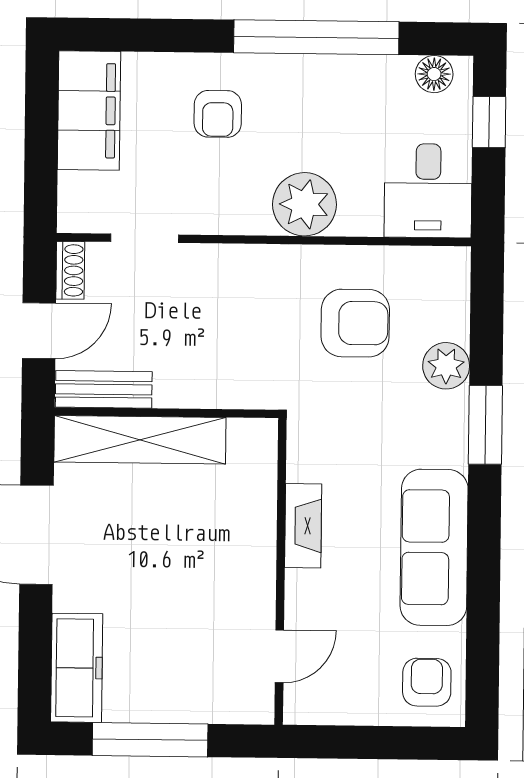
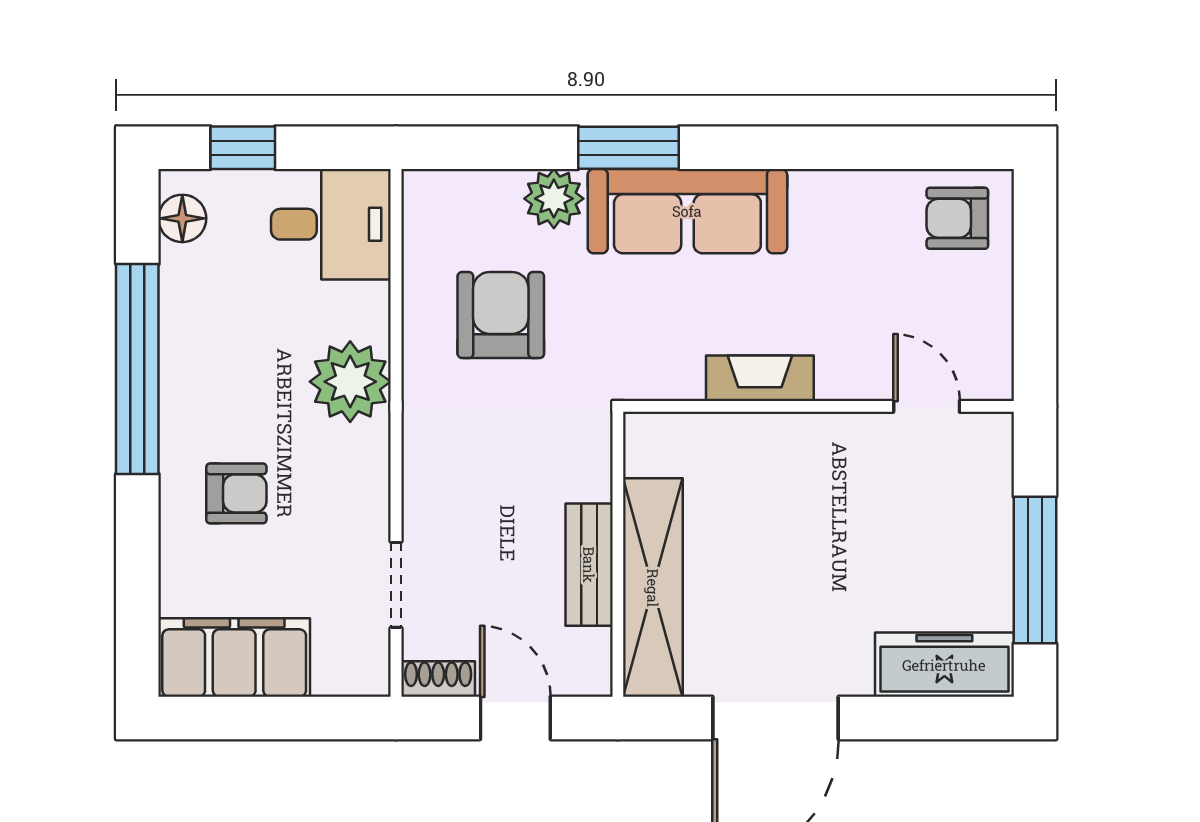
bench: (104, 389) -> (589, 565), moved
sofa: (434, 547) -> (687, 211), moved

